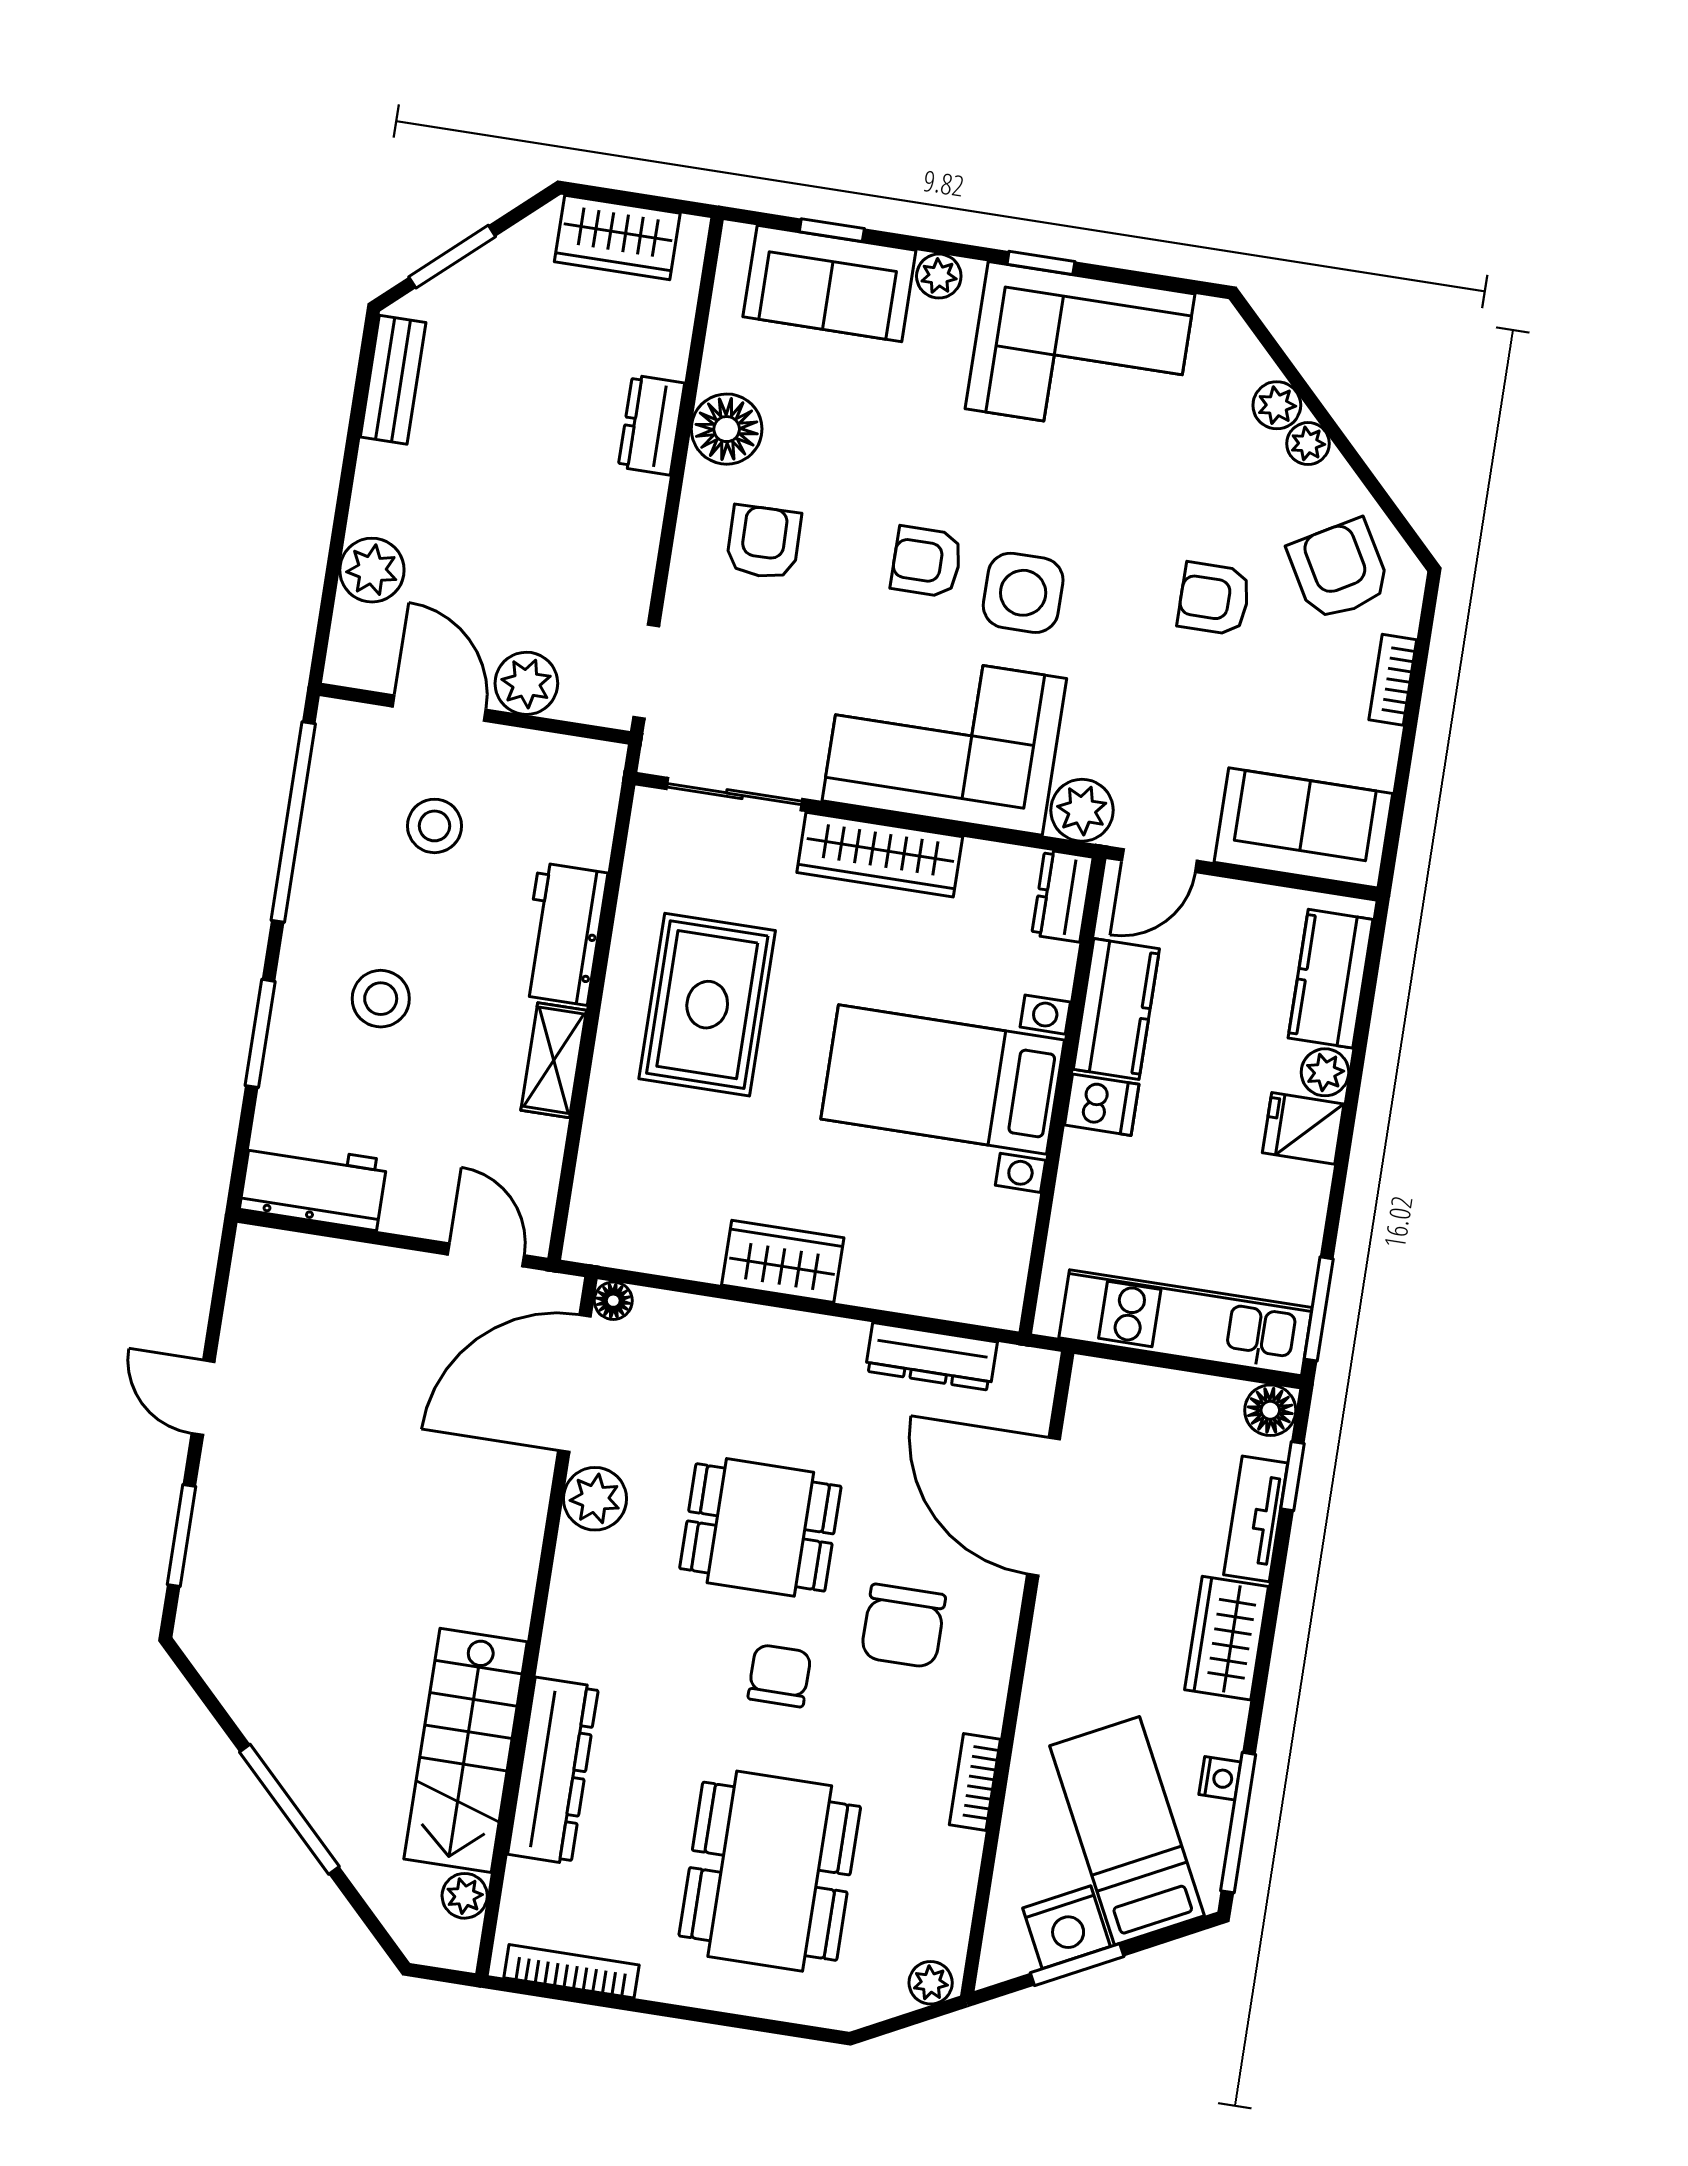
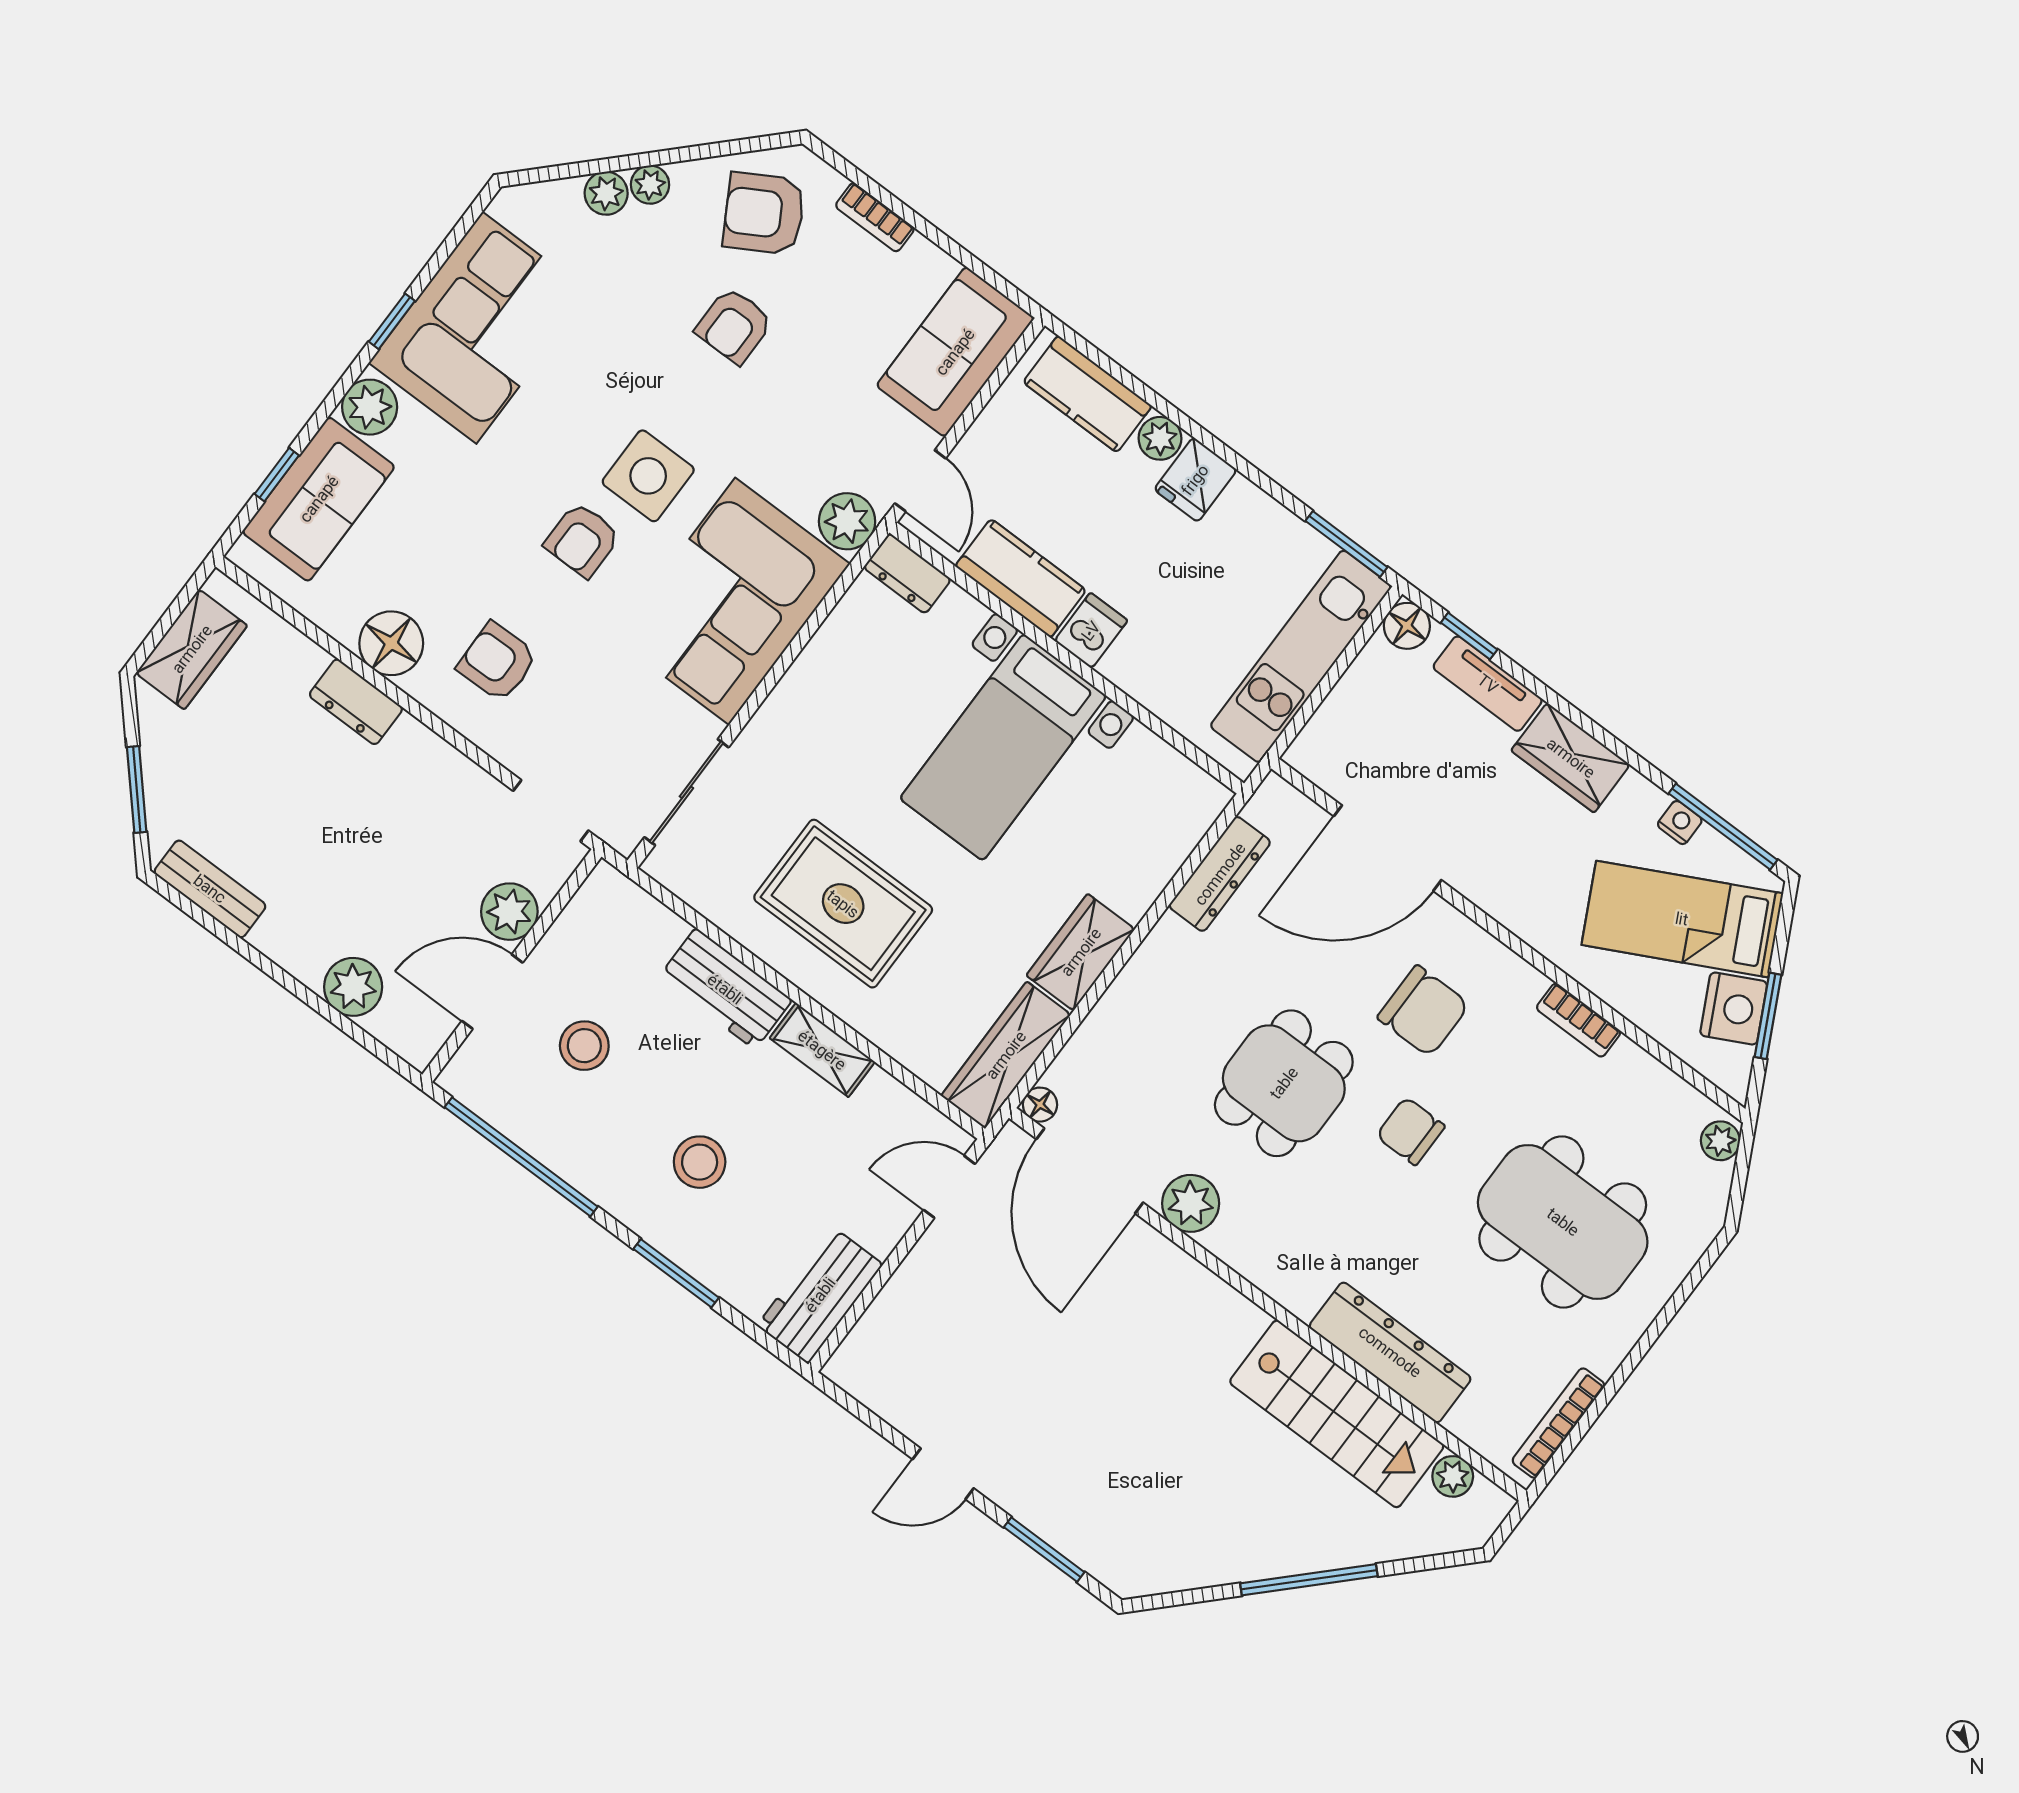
plant: (939, 276) -> (370, 407), width x1.38, depth x1.38
wardrobe: (880, 855) -> (1006, 1055), moved, turned 180

